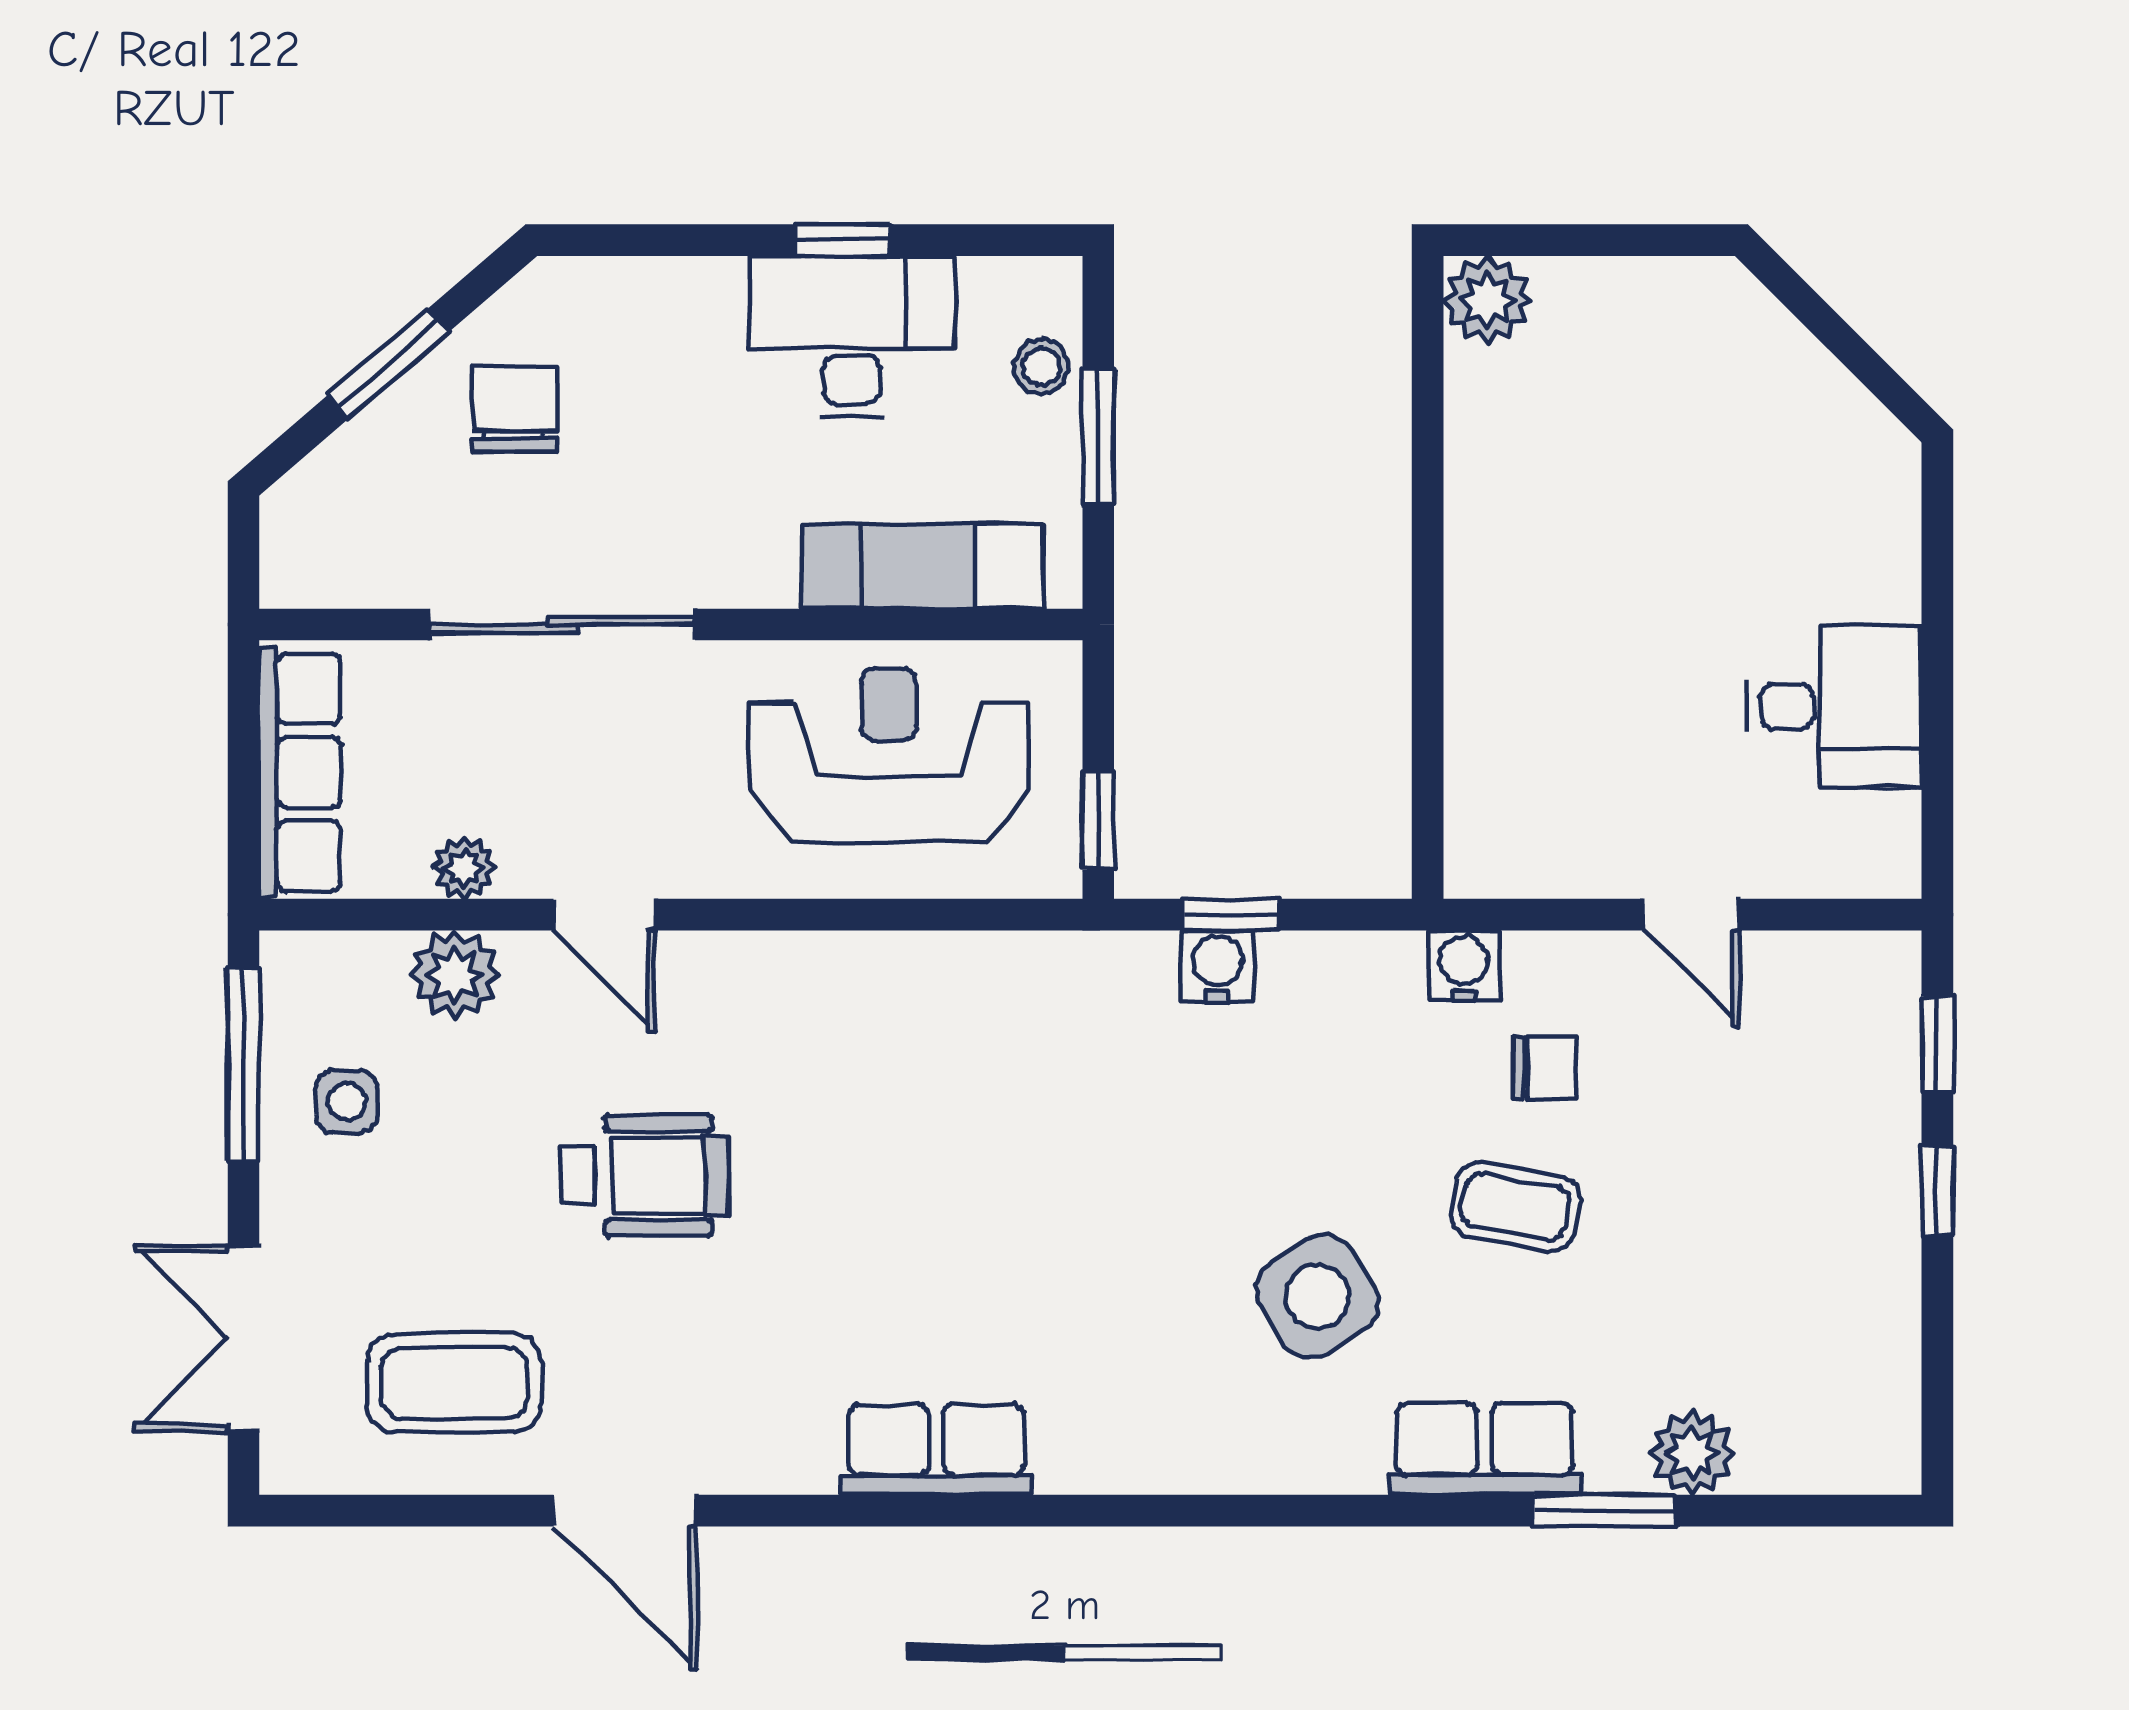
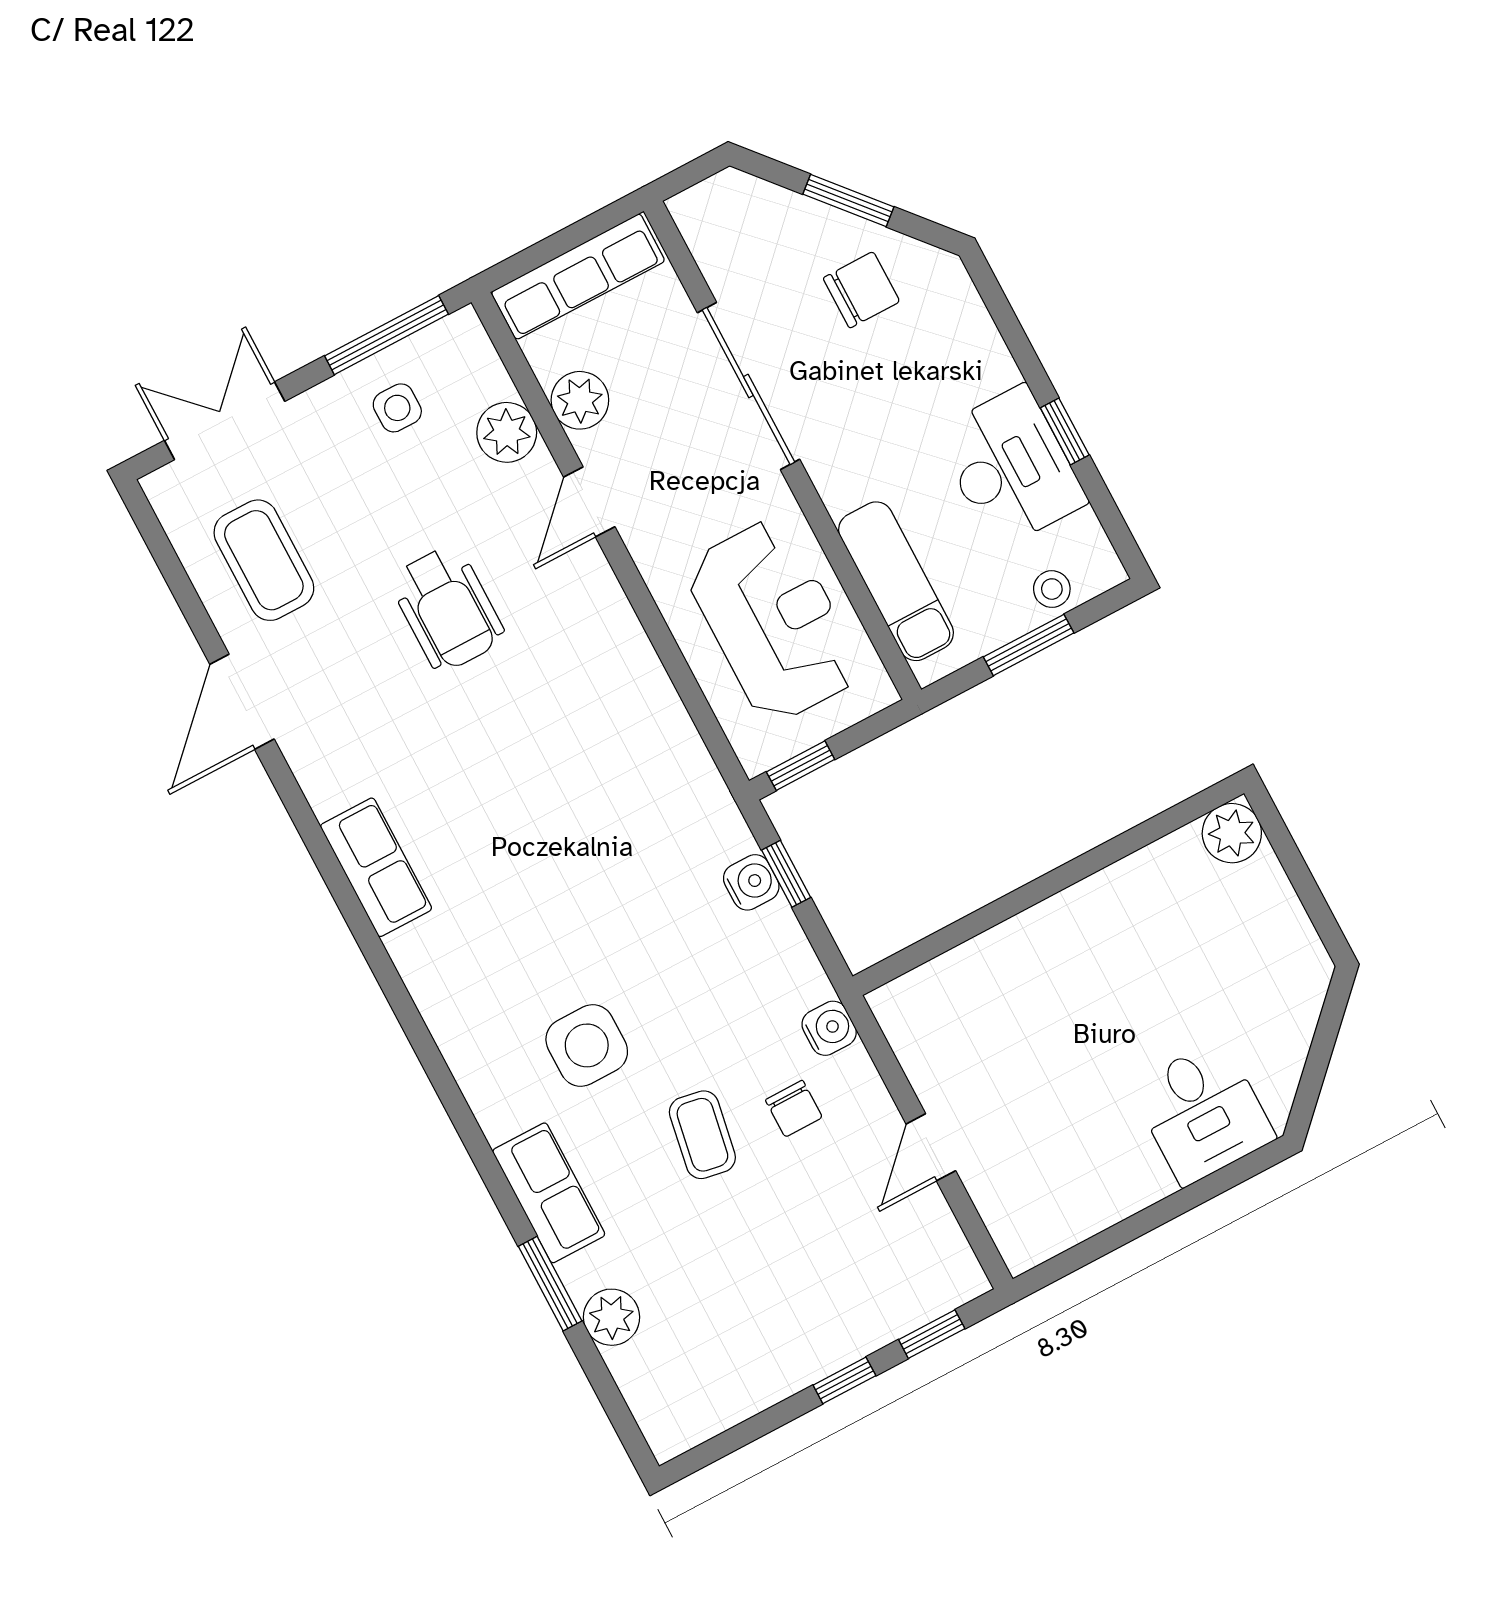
desk: (1834, 706) -> (1203, 1112), moved
plant: (464, 868) -> (580, 400), width x1.38, depth x1.38
side table: (1317, 1297) -> (587, 1045), turned 31

